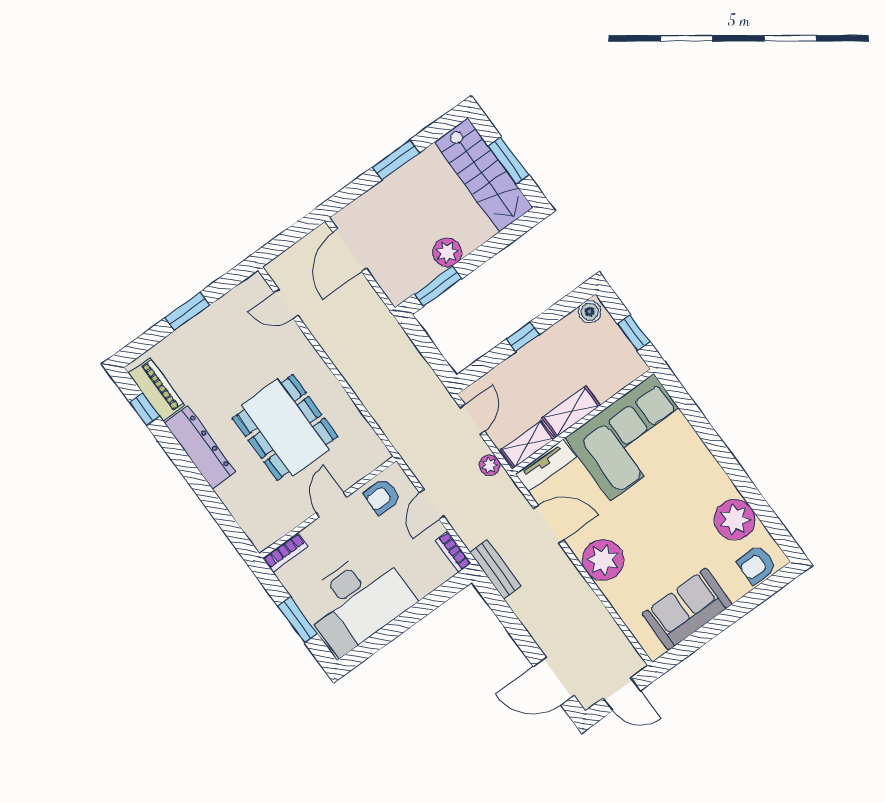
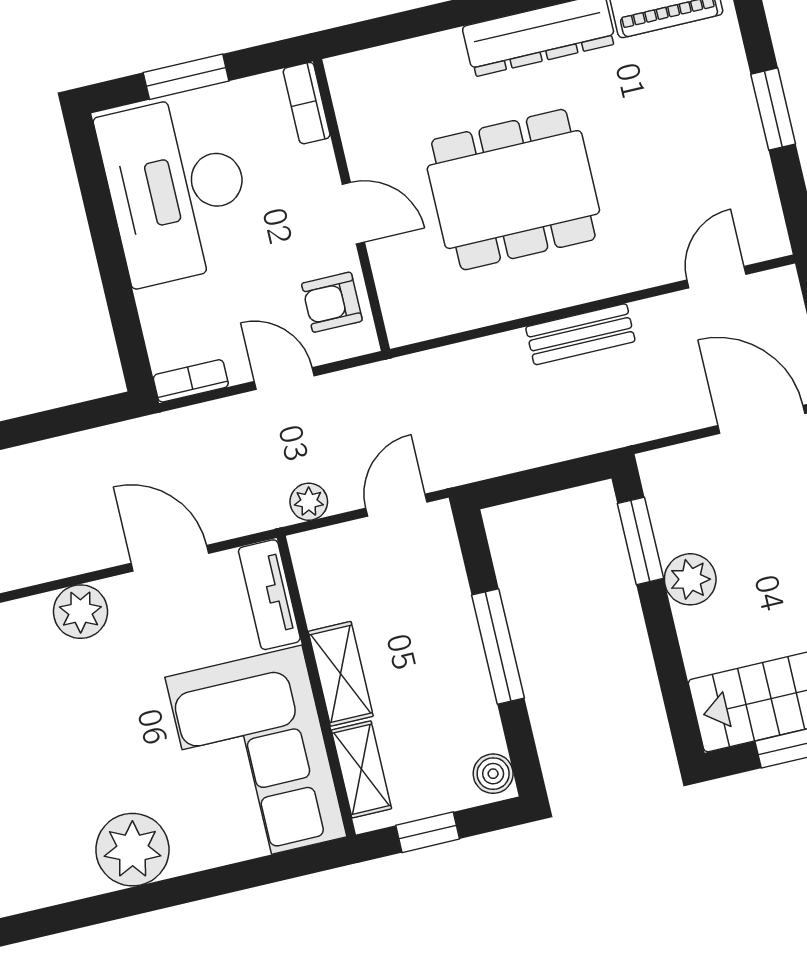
window: (523, 337) -> (498, 646), width x2.17
door: (472, 419) -> (396, 505), swing flipped
shelving: (528, 444) -> (361, 769), moved
armchair: (382, 496) -> (332, 302), turned -90
plant: (735, 519) -> (132, 850), moved
door: (549, 524) -> (170, 558), swing flipped
plant: (603, 560) -> (80, 612), width x0.73, depth x0.73
bench: (495, 569) -> (580, 334), moved

